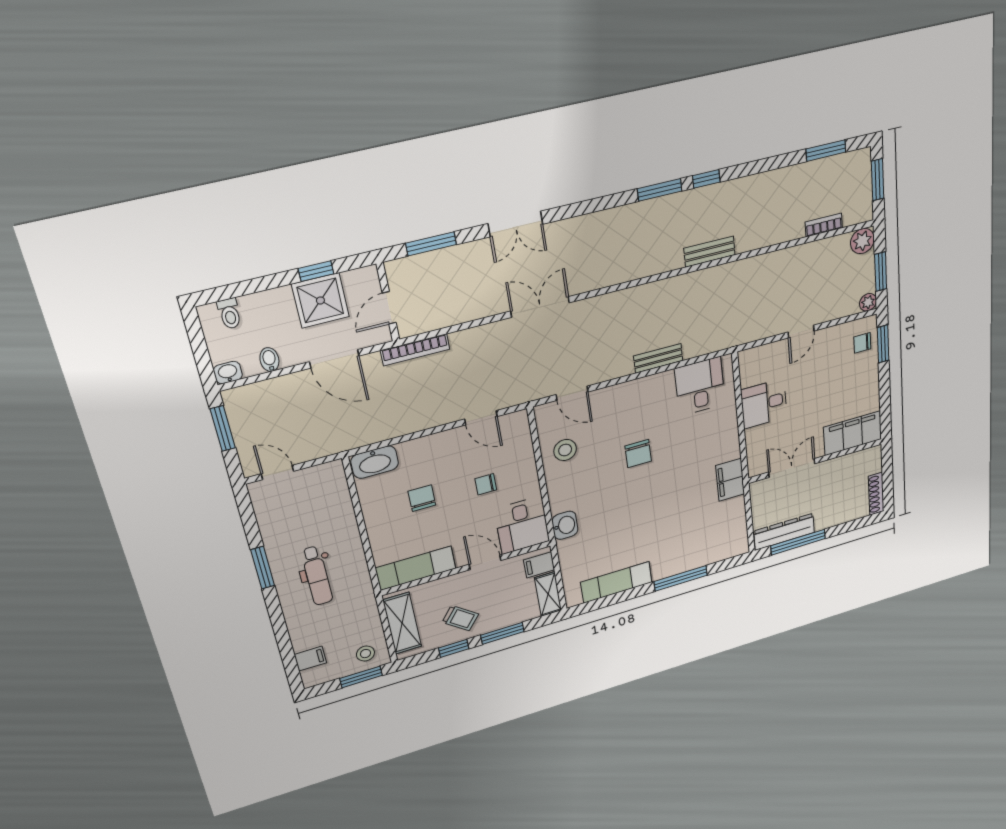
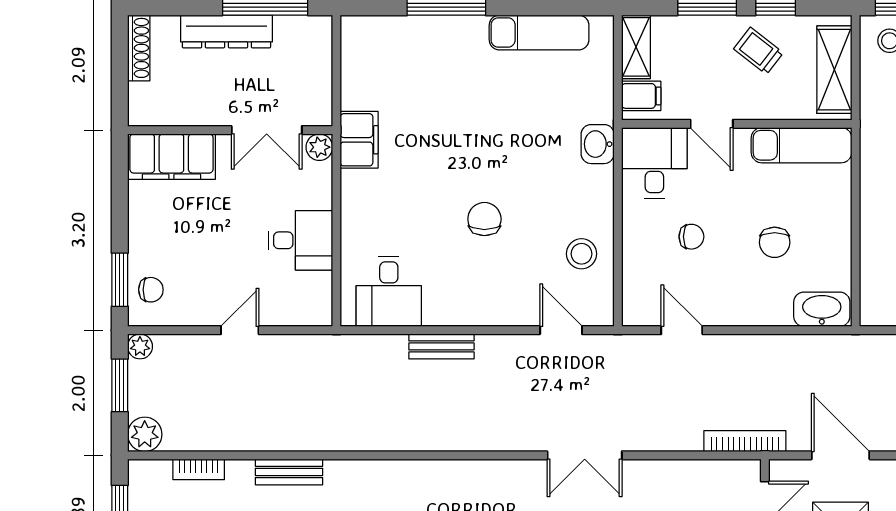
bench: (710, 252) -> (289, 472), moved
plant: (756, 467) -> (319, 147), added
dresser: (784, 532) -> (226, 31), moved

